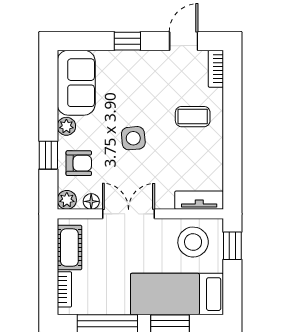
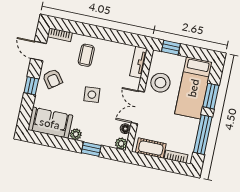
armchair: (79, 163) -> (53, 79), moved, turned 144
stool: (193, 242) -> (160, 83), moved

